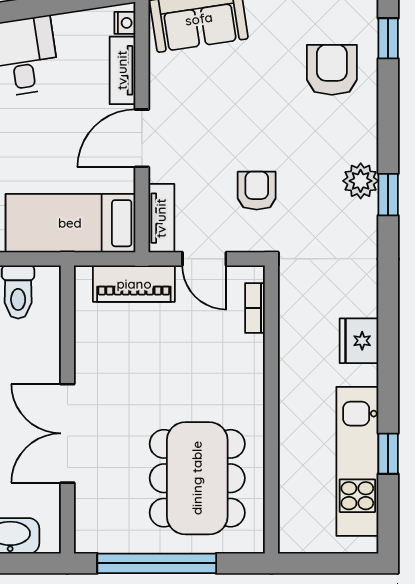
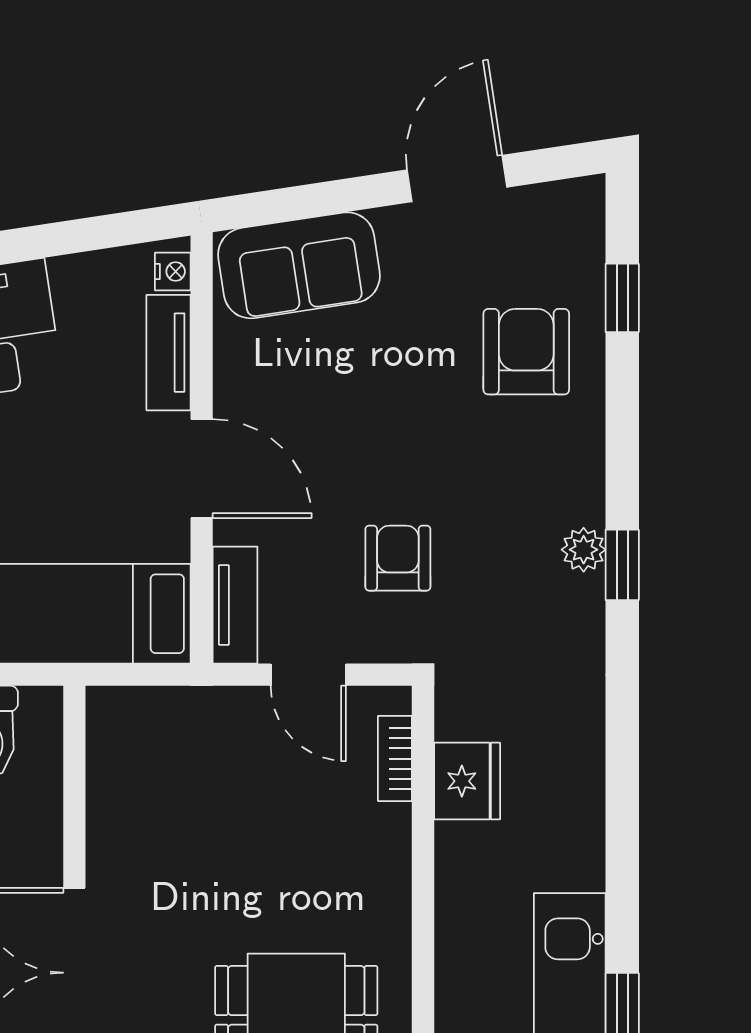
door: (142, 138) -> (202, 469), swing flipped
plant: (361, 181) -> (584, 550), width x0.73, depth x0.73
piano: (134, 284) -> (188, 717), removed
fridge: (359, 341) -> (467, 781), moved, turned 180

